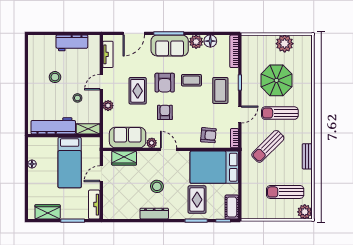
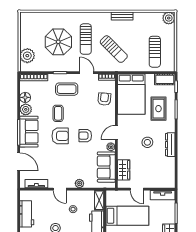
plant: (285, 44) -> (27, 56), moved
rug: (138, 91) -> (67, 159), removed
sun lounger: (285, 192) -> (155, 52), moved
rug: (197, 200) -> (158, 109), turned 90

